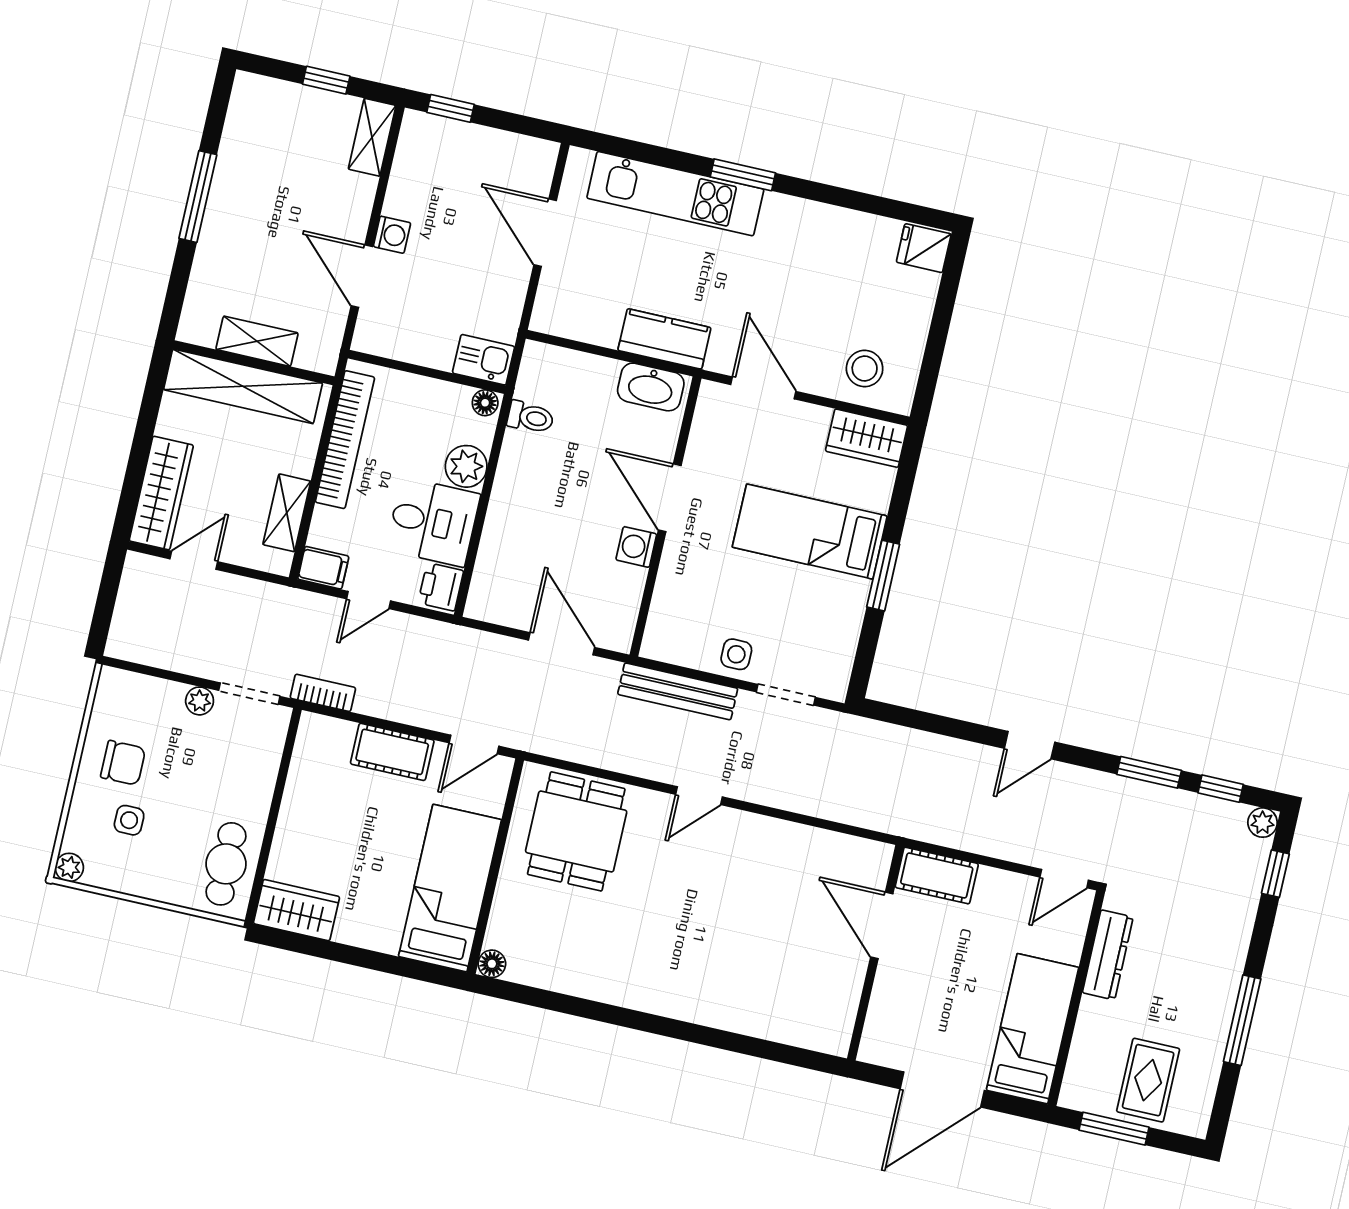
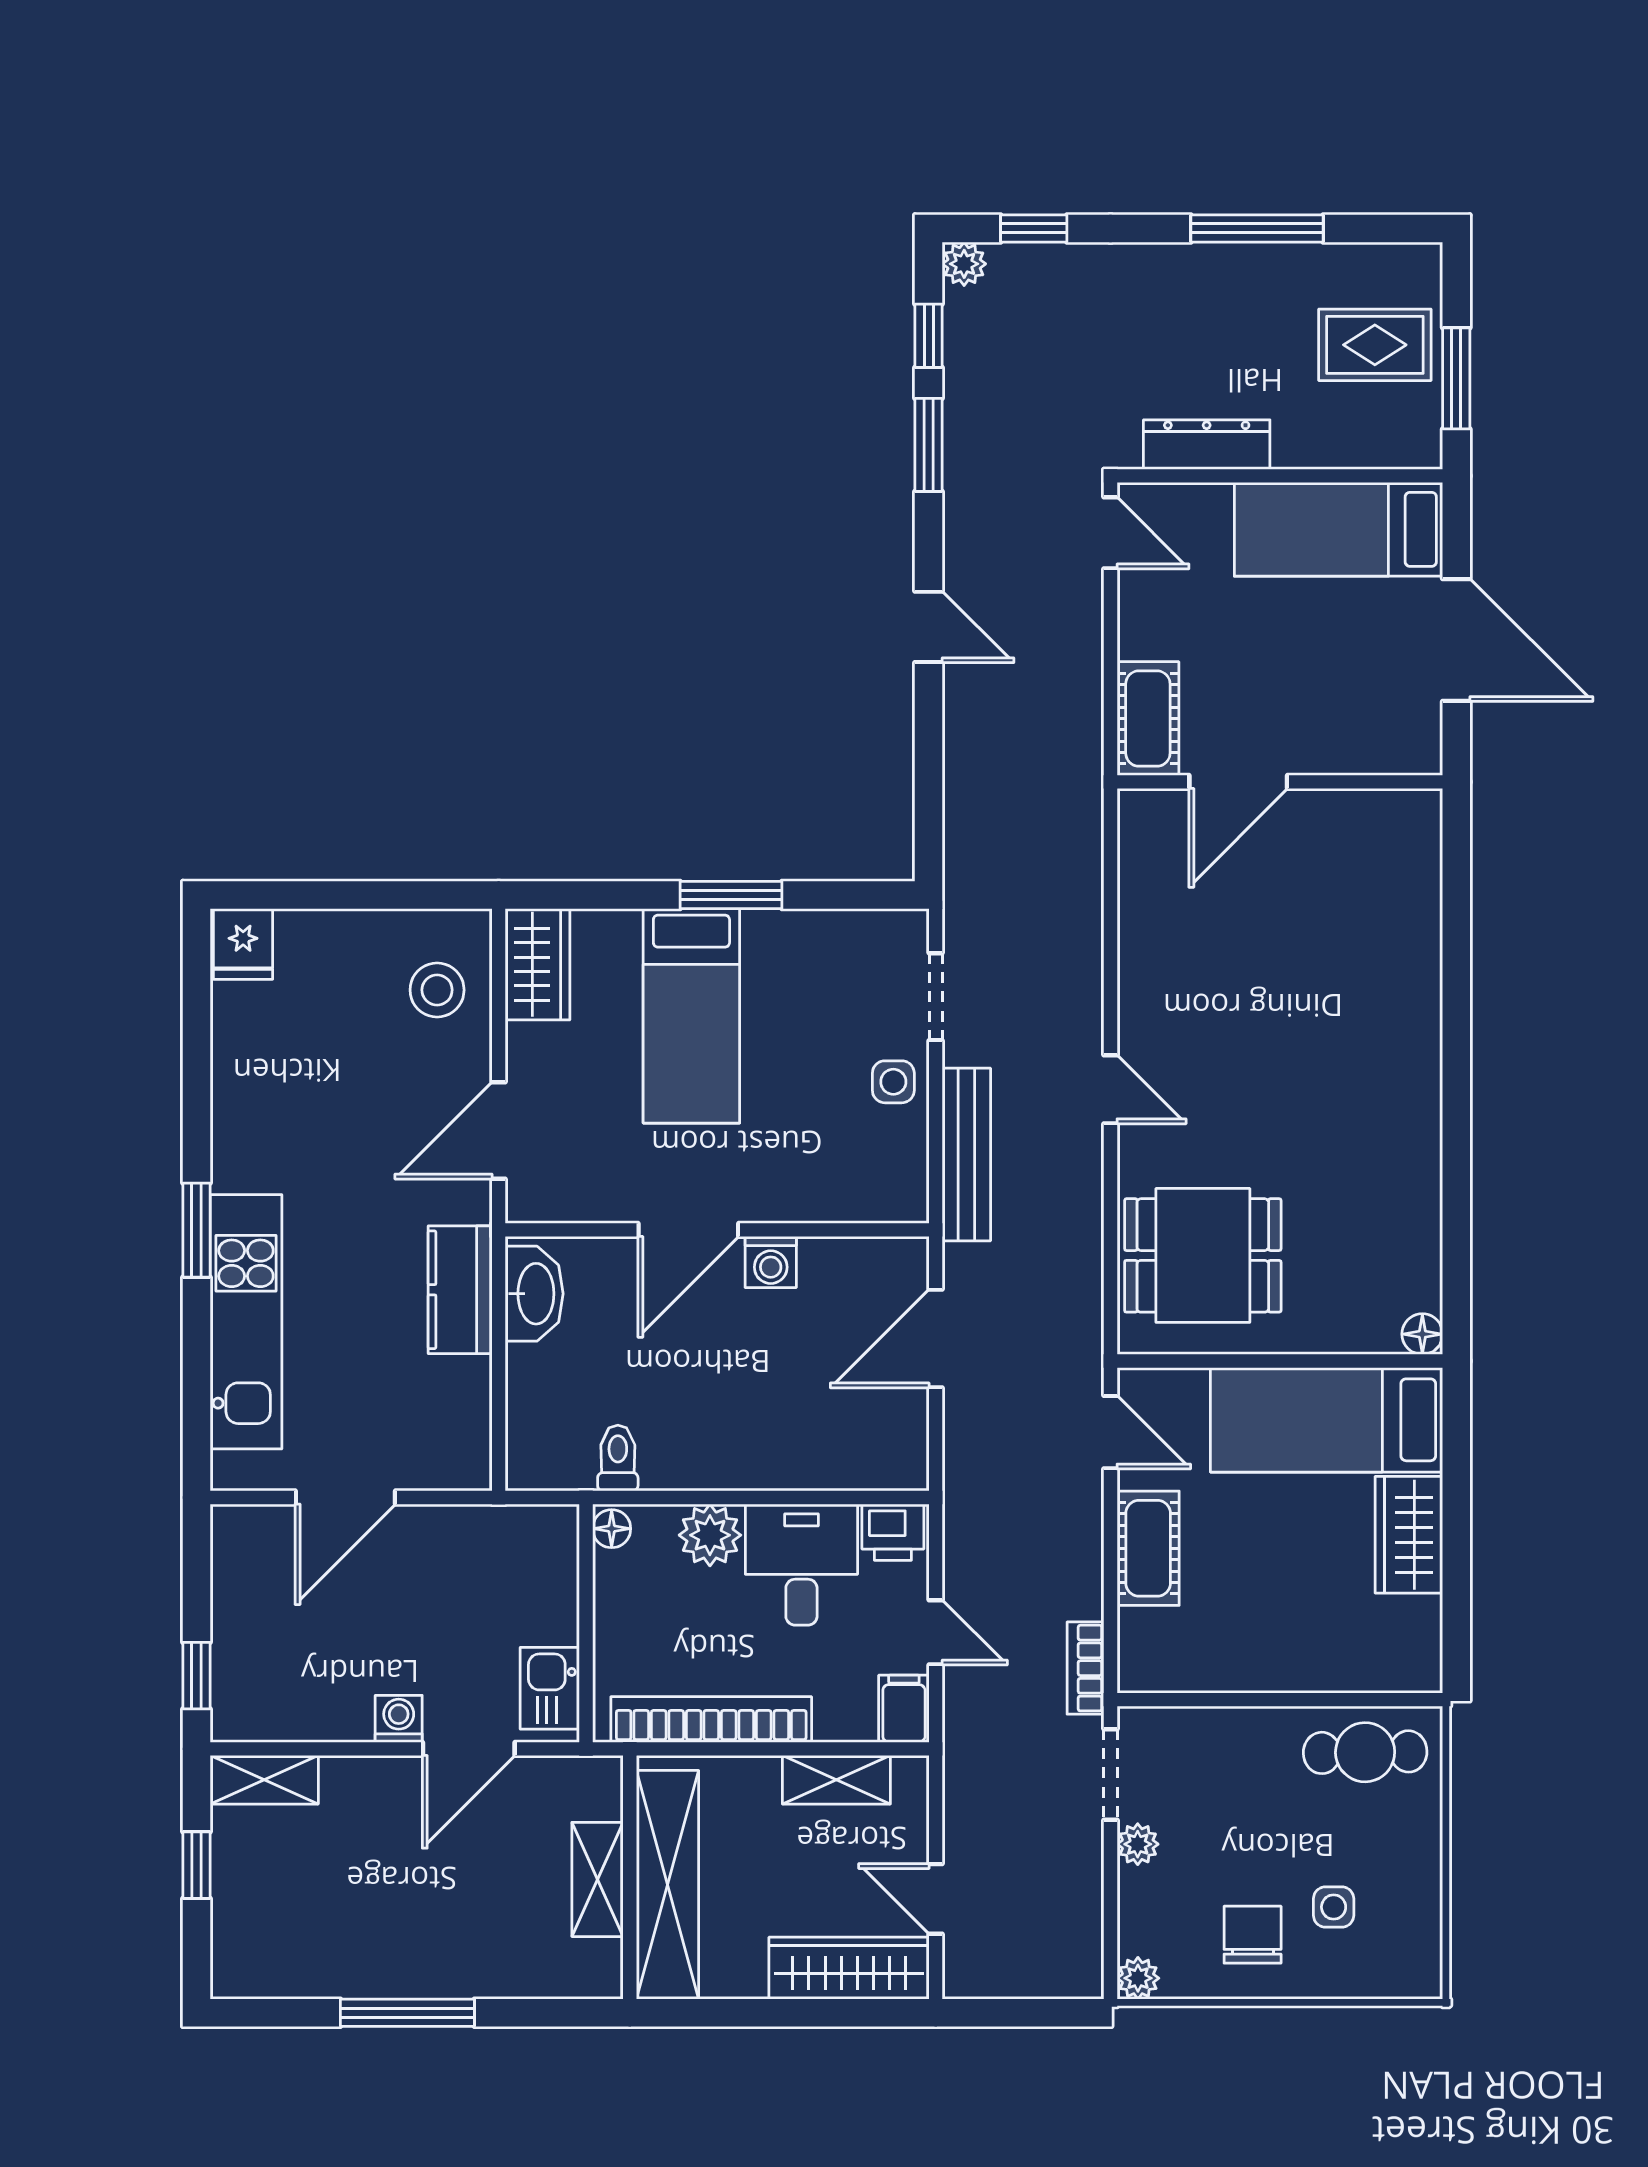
kitchen sink: (484, 360) -> (550, 1688), moved
plant: (69, 867) -> (1138, 1978), moved
wardrobe: (297, 910) -> (1409, 1535), moved

